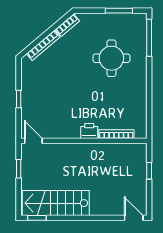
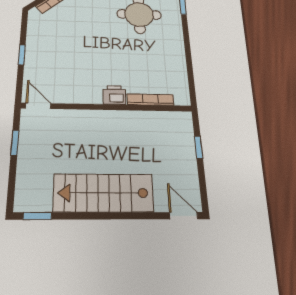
stairs: (56, 203) -> (104, 193), moved

